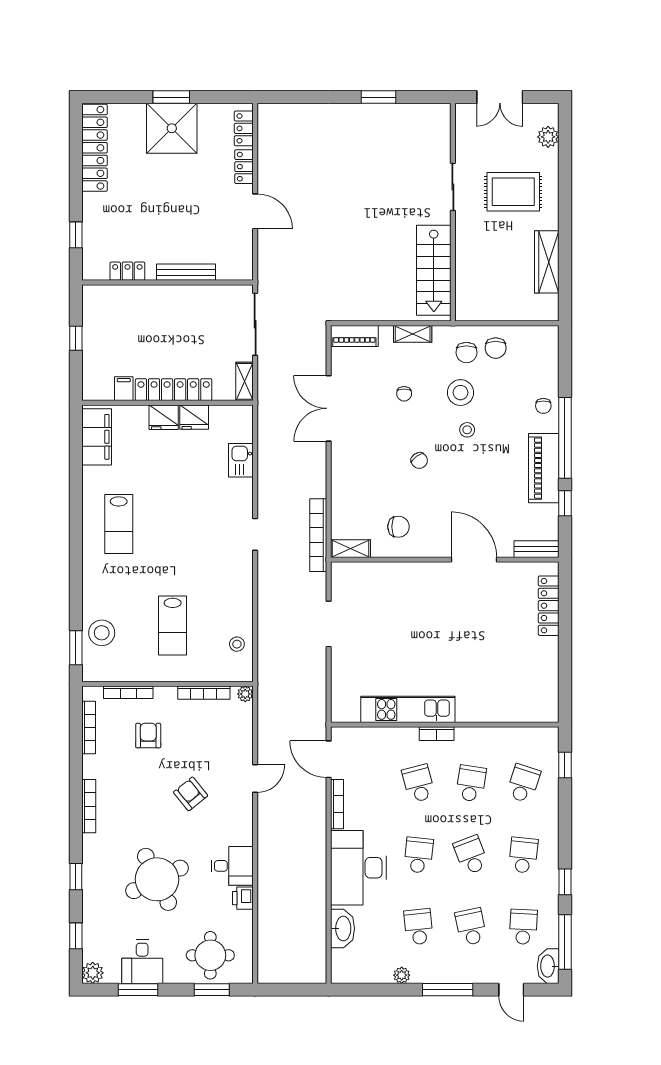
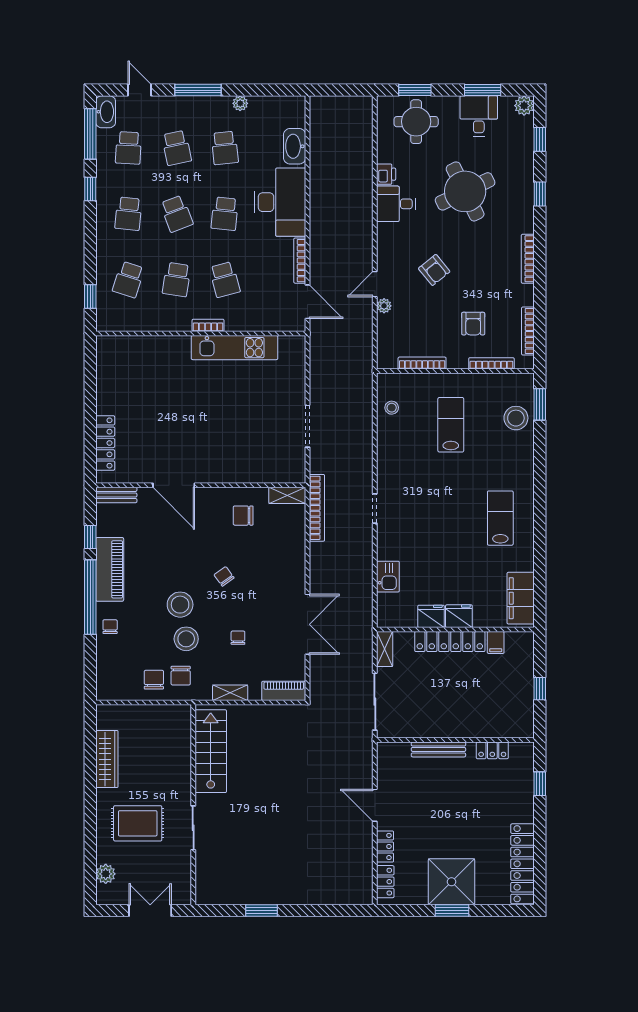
chair: (466, 353) -> (181, 676), turned 180
stool: (467, 430) -> (180, 605), width x1.89, depth x1.89
plant: (245, 694) -> (384, 306), moved

